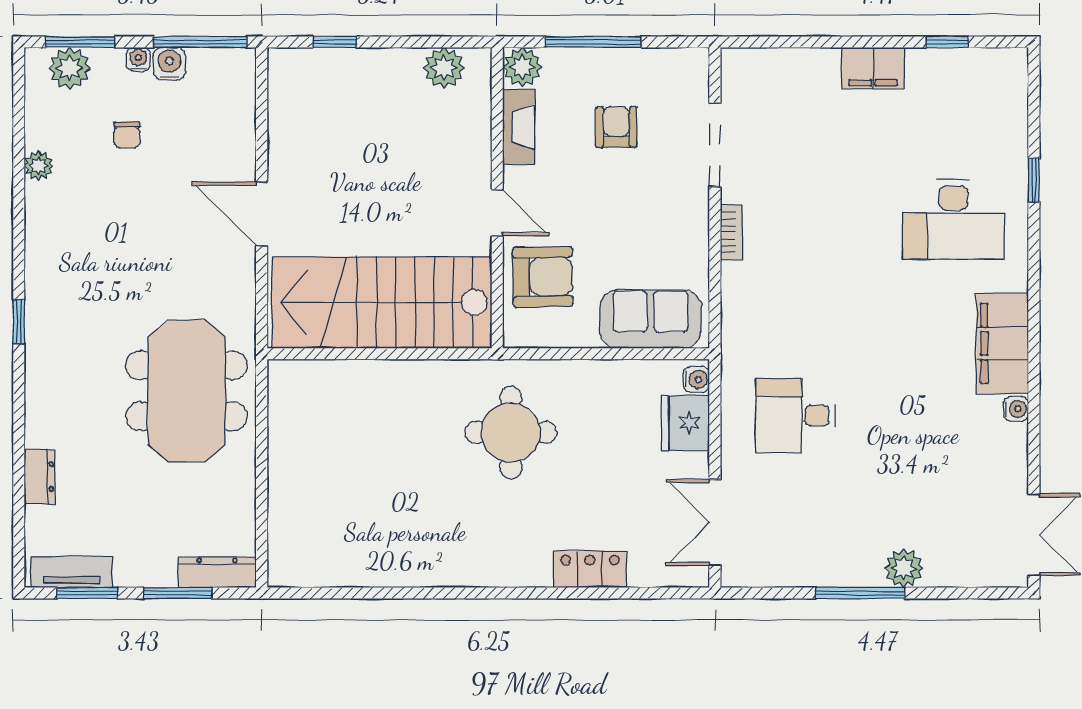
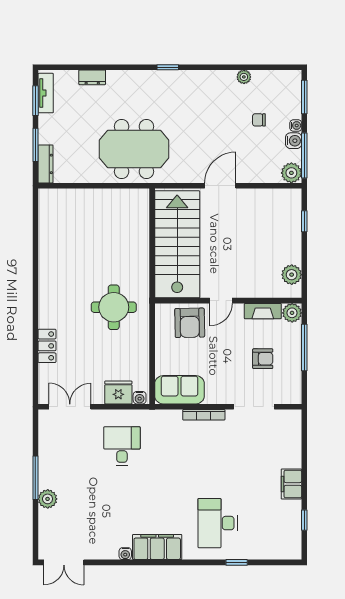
plant: (70, 68) -> (291, 173), moved
bookcase: (731, 232) -> (204, 415), width x1.56
sofa: (650, 319) -> (180, 390), moved, turned -90

